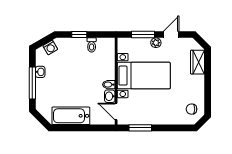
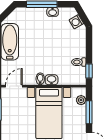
window: (79, 35) -> (89, 71), moved
plant: (156, 43) -> (81, 100), moved
washbasin: (110, 96) -> (52, 80), moved

